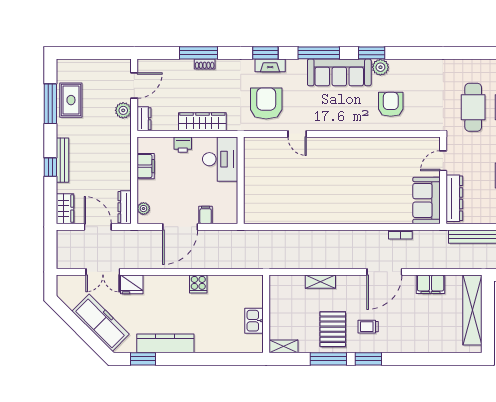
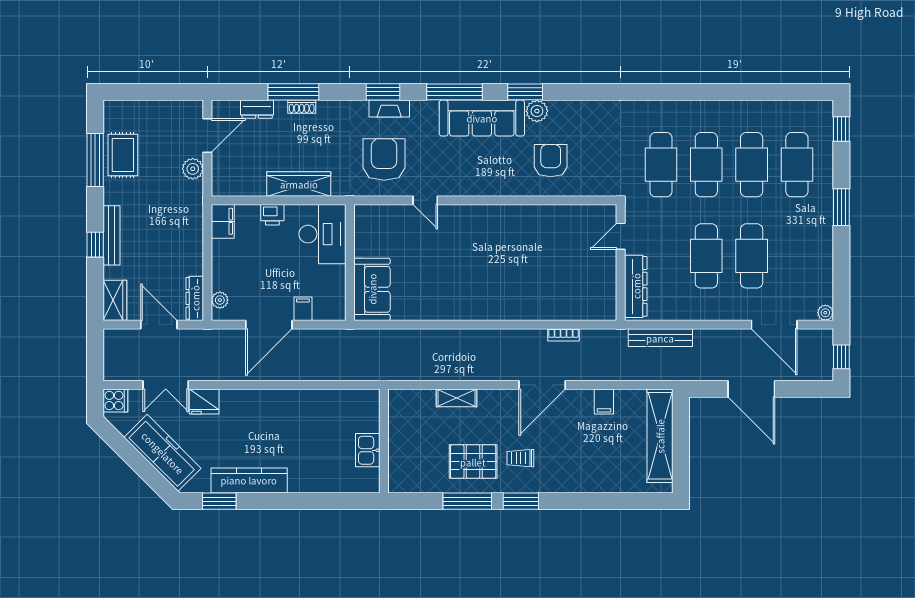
dresser: (144, 119) -> (257, 109), moved, turned 90
filing cabinet: (146, 166) -> (223, 221), moved
sofa: (427, 200) -> (372, 289), moved, turned 180
cooker: (198, 284) -> (115, 400), moved, turned -90
filing cabinet: (431, 284) -> (604, 401), width x0.50
pallet: (333, 329) -> (473, 462), turned 90
shelving: (283, 346) -> (407, 484), removed

